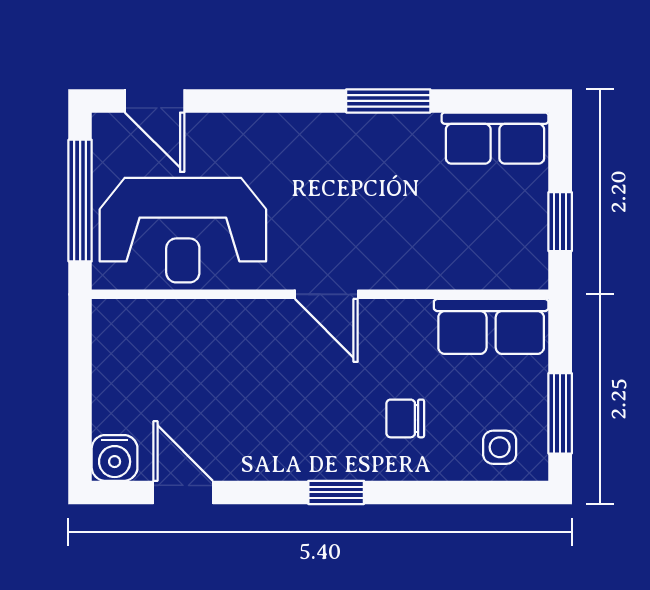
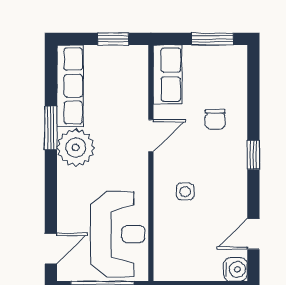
row of seats: (495, 138) -> (70, 86), width x1.48
plant: (350, 149) -> (76, 148), added
door: (326, 294) -> (151, 136), moved
side table: (500, 447) -> (185, 192), moved

